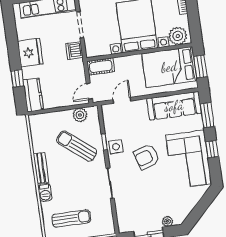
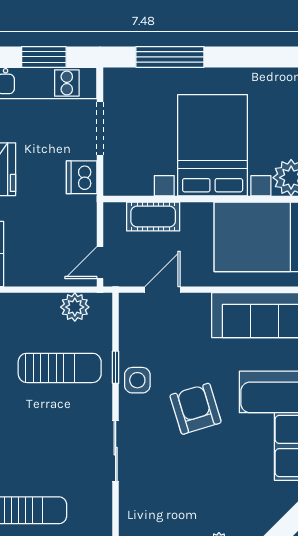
cot: (101, 66) -> (153, 216), moved
sun lounger: (77, 146) -> (60, 368), turned 141
armchair: (147, 157) -> (196, 409), turned 91

